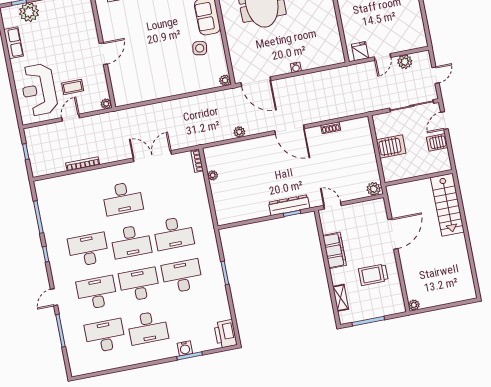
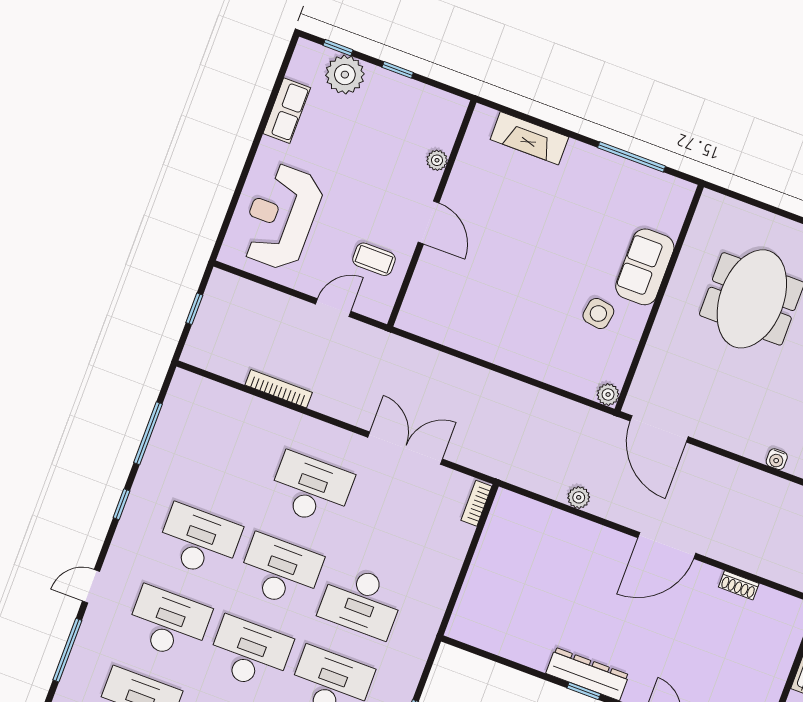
door: (103, 54) -> (428, 222), hinge flipped
water cooler: (296, 67) -> (777, 459), moved
coffee table: (73, 87) -> (374, 259), moved
plant: (106, 104) -> (437, 160), moved
door: (71, 118) -> (333, 308), moved
door: (289, 130) -> (667, 545), hinge flipped
plant: (213, 175) -> (488, 544), removed
desk: (123, 198) -> (311, 489), turned 180
desk: (131, 241) -> (280, 571), turned 180

